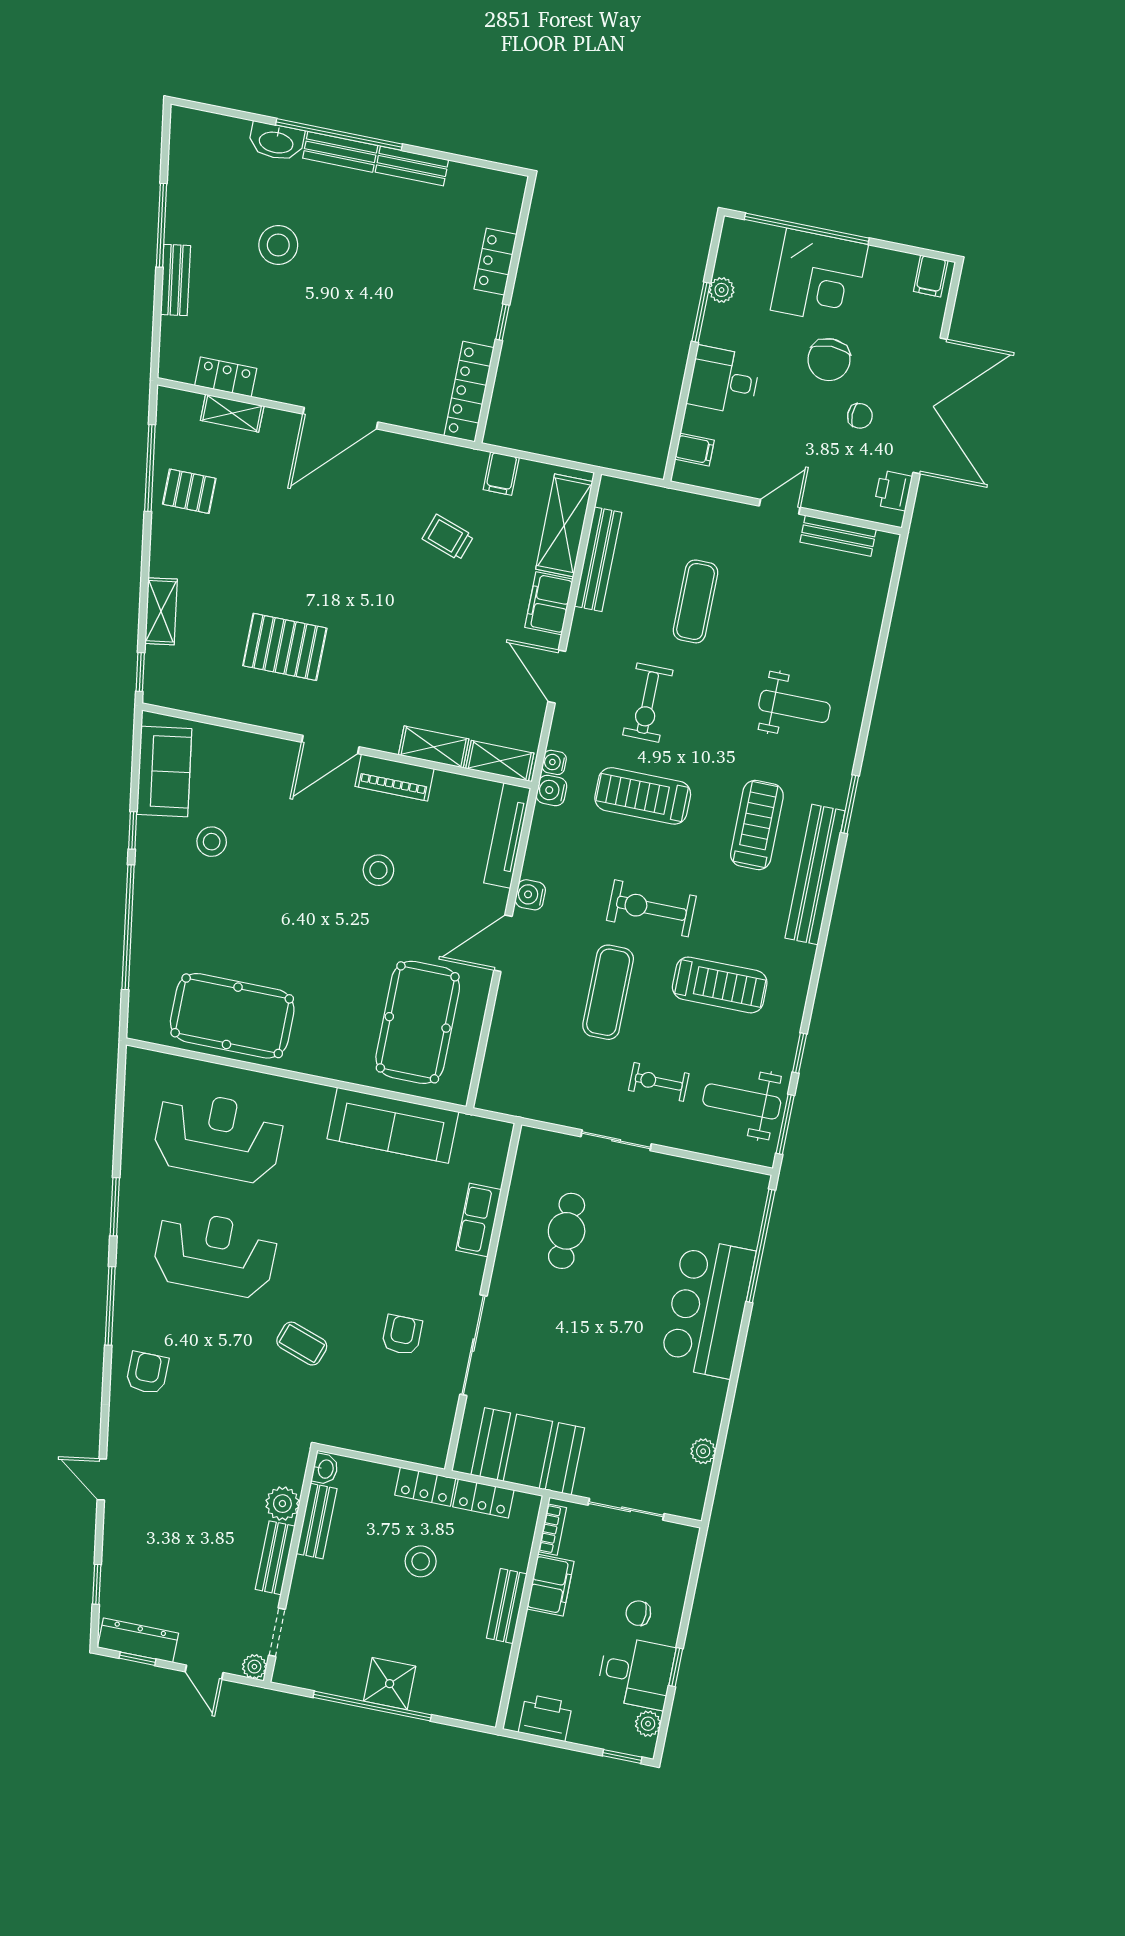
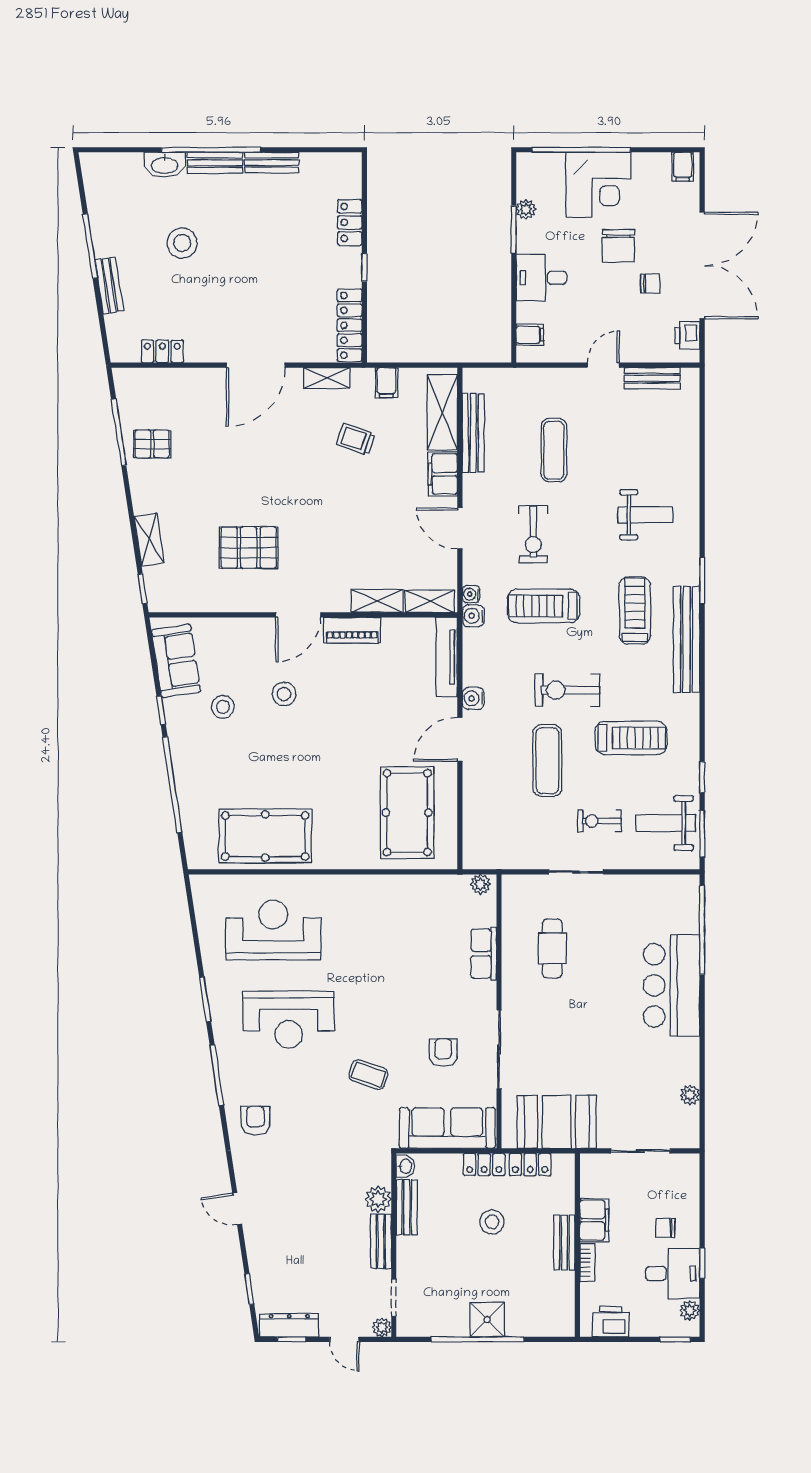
shelving: (232, 413) -> (327, 378), moved
stool: (378, 870) -> (284, 694), moved
sofa: (393, 1125) -> (447, 1128), moved, turned 180
plant: (492, 1131) -> (480, 884), added
reception desk: (215, 1254) -> (289, 1019), turned 180
bookcase: (552, 1530) -> (587, 1263), moved

